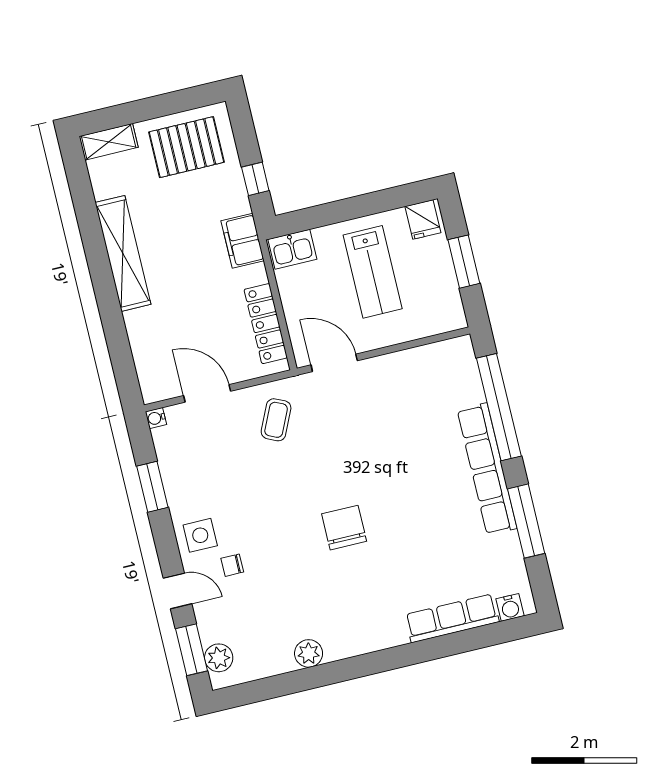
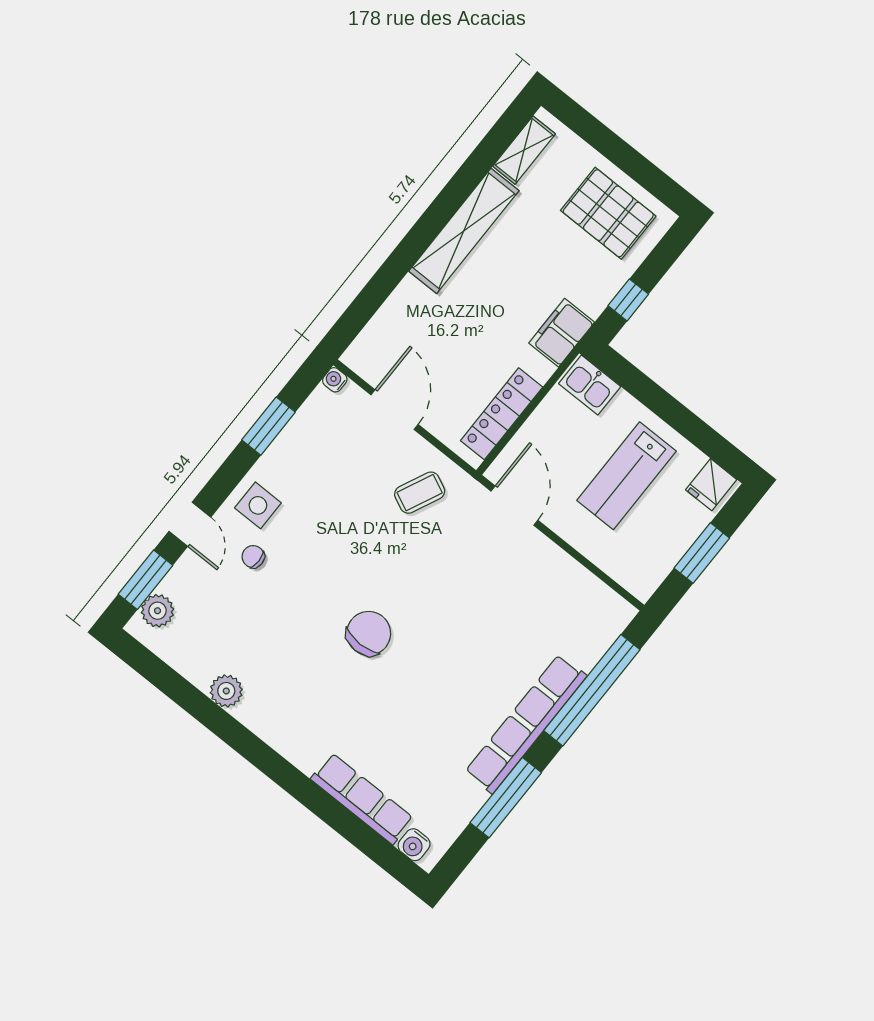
shelving: (109, 142) -> (524, 150), moved, turned 90

